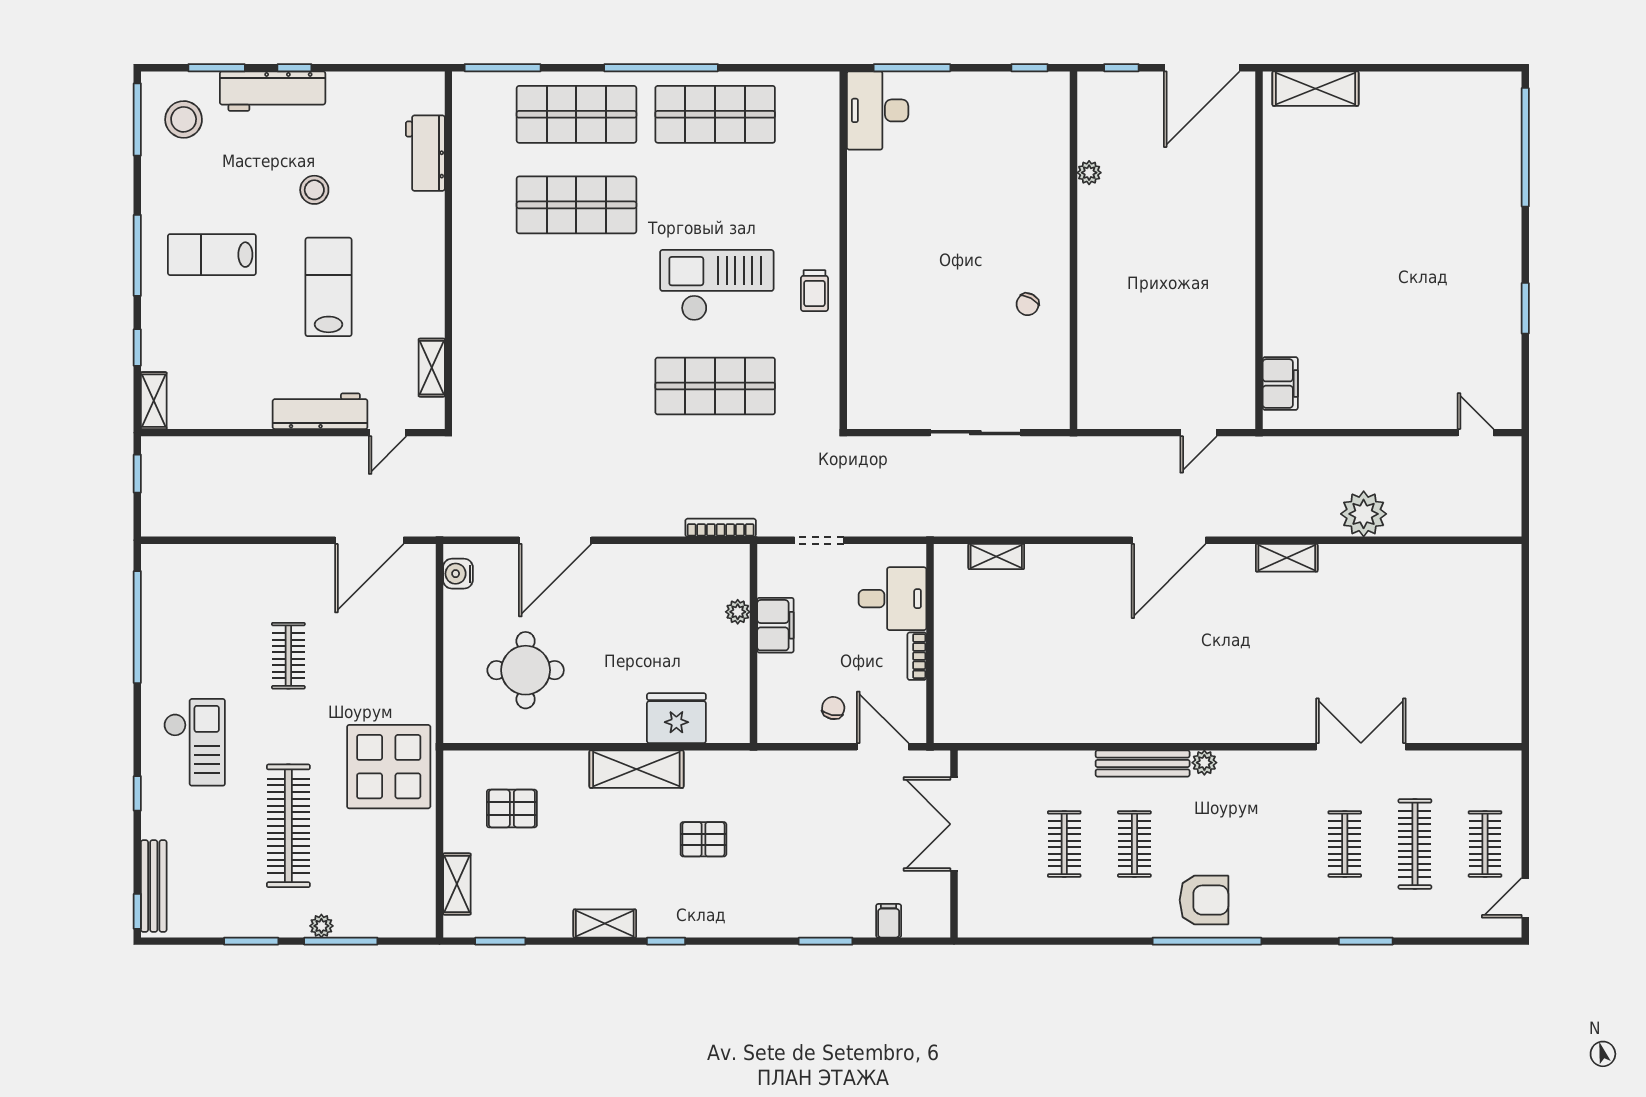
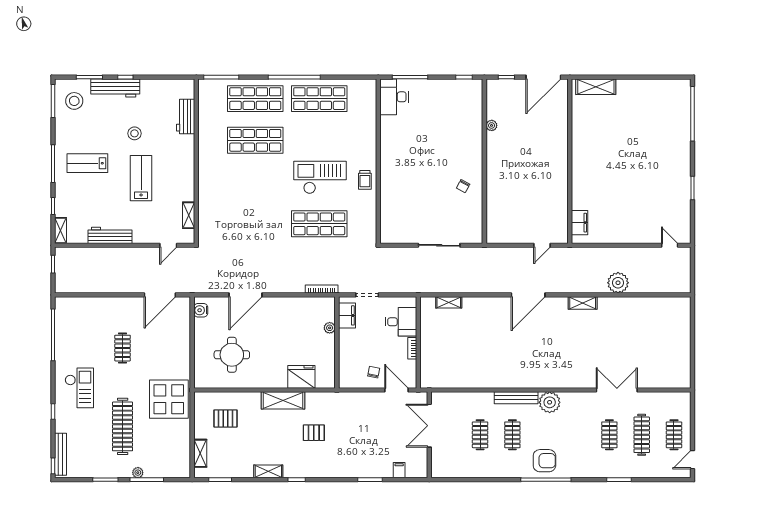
workbench: (320, 411) -> (110, 235), moved
filing cabinet: (775, 625) -> (347, 315), moved
plant: (1204, 763) -> (550, 402), width x1.88, depth x1.88

